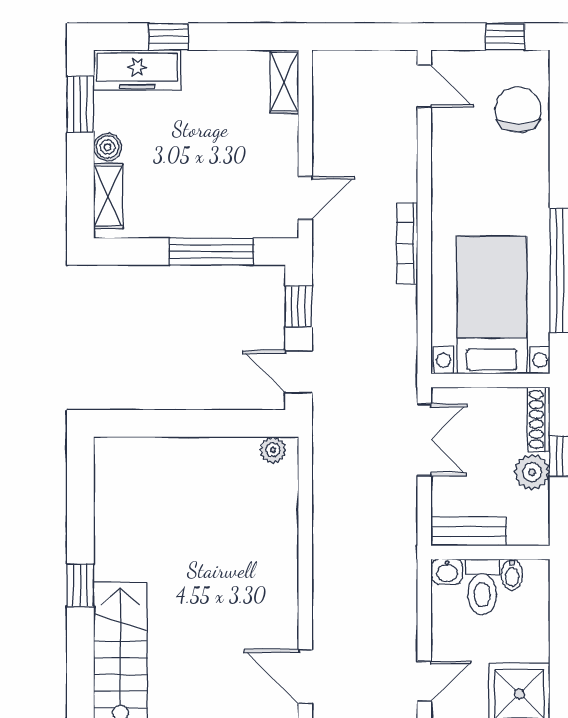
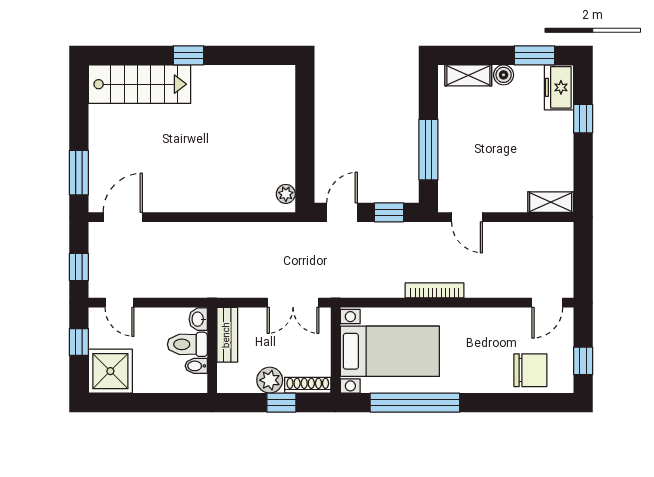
freezer: (137, 70) -> (559, 87), width x0.71

